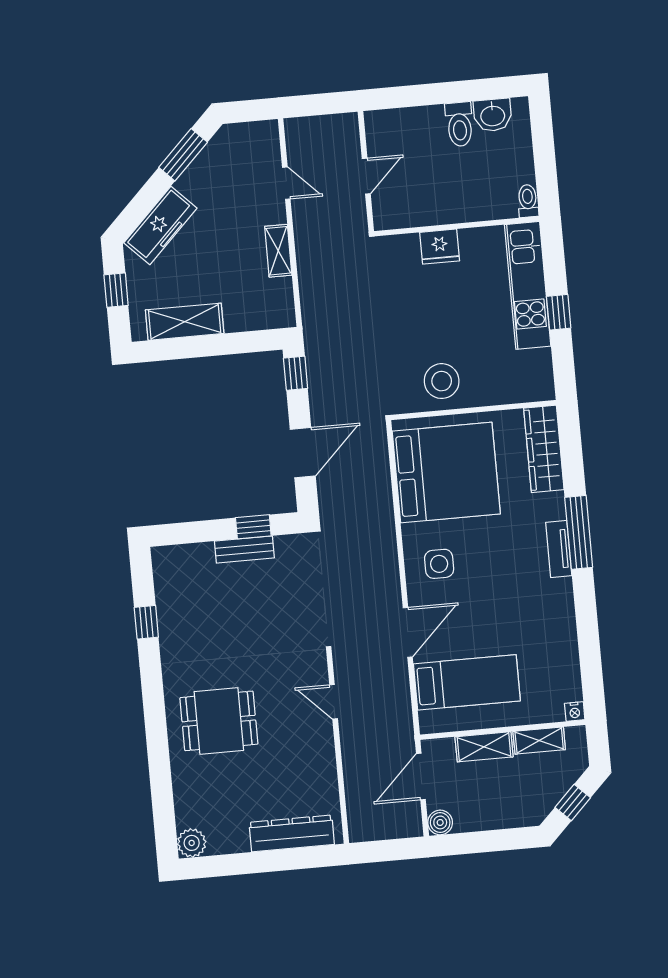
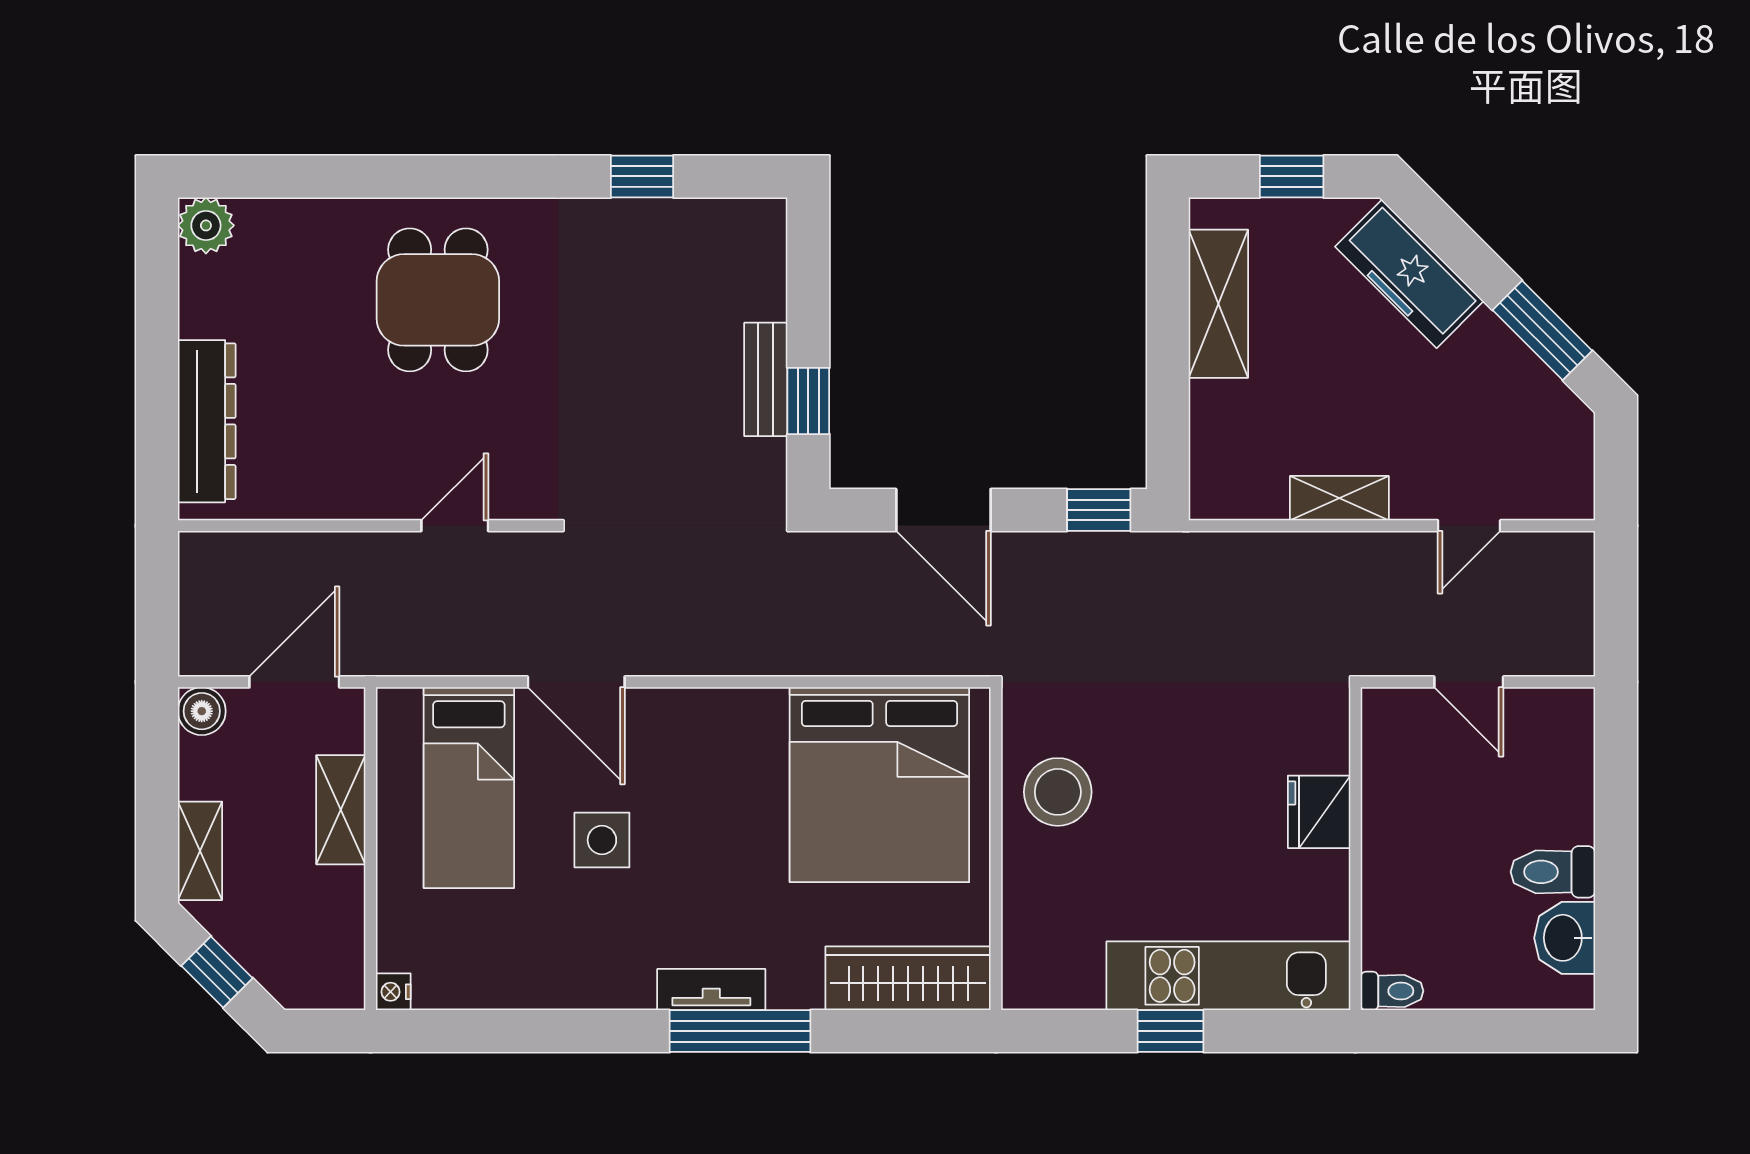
side table: (439, 564) -> (602, 840), moved
shelving: (539, 741) -> (200, 851), moved
door: (421, 777) -> (294, 682), hinge flipped

